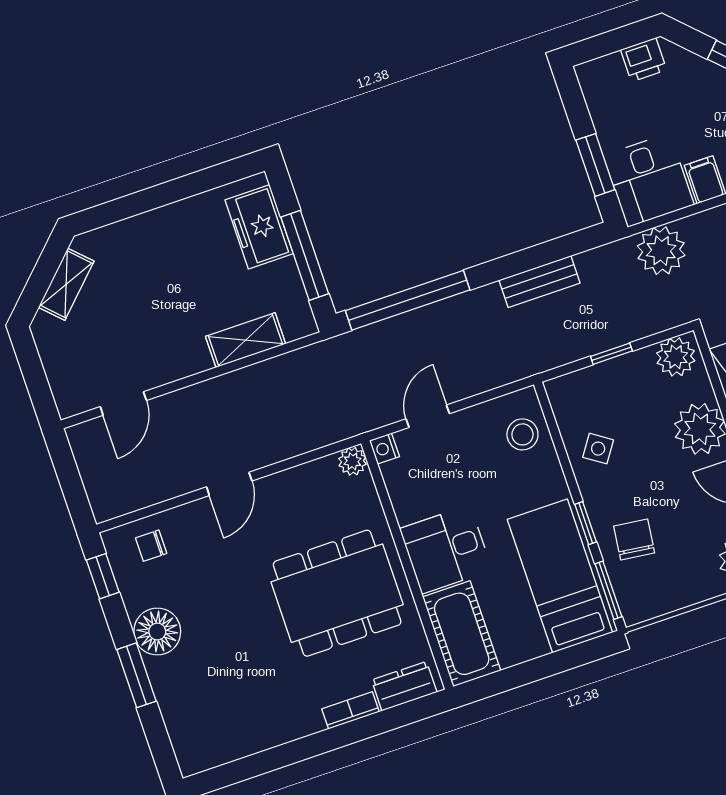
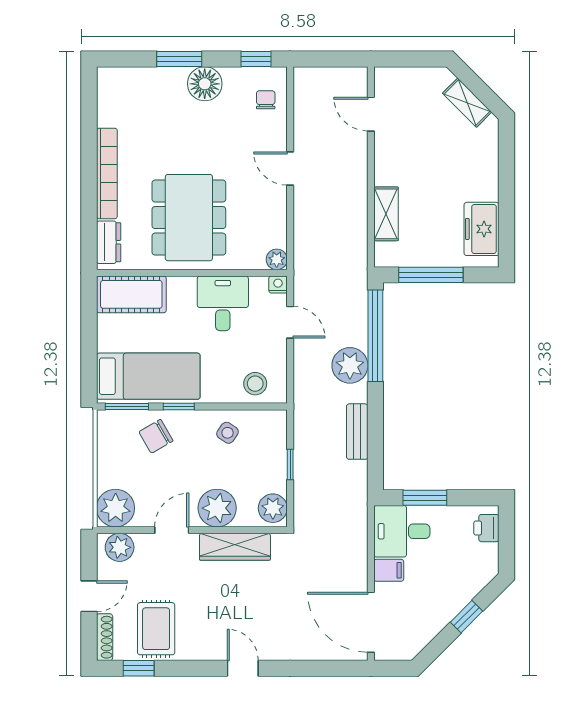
printer: (644, 60) -> (486, 528), moved
freezer: (259, 227) -> (482, 229), moved, turned -90
plant: (661, 251) -> (350, 365), moved
chair: (634, 540) -> (156, 436), turned 143
desk: (446, 549) -> (223, 303), moved
bookcase: (351, 710) -> (107, 173), width x2.31, depth x1.31

